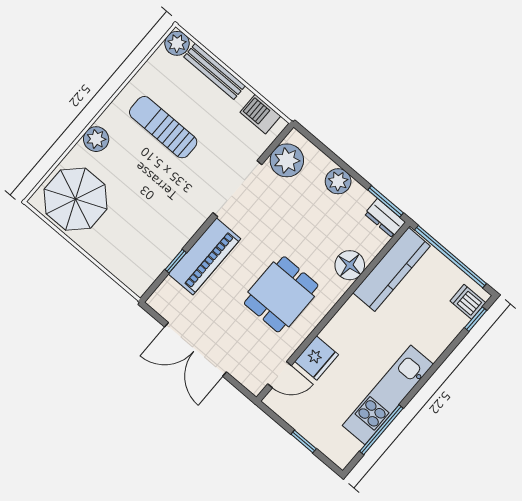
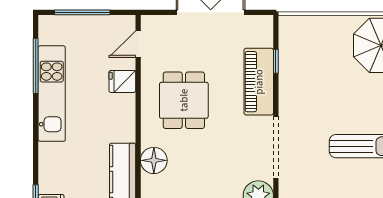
fridge: (317, 358) -> (122, 81), width x0.72
window: (304, 441) -> (82, 12), width x2.17

